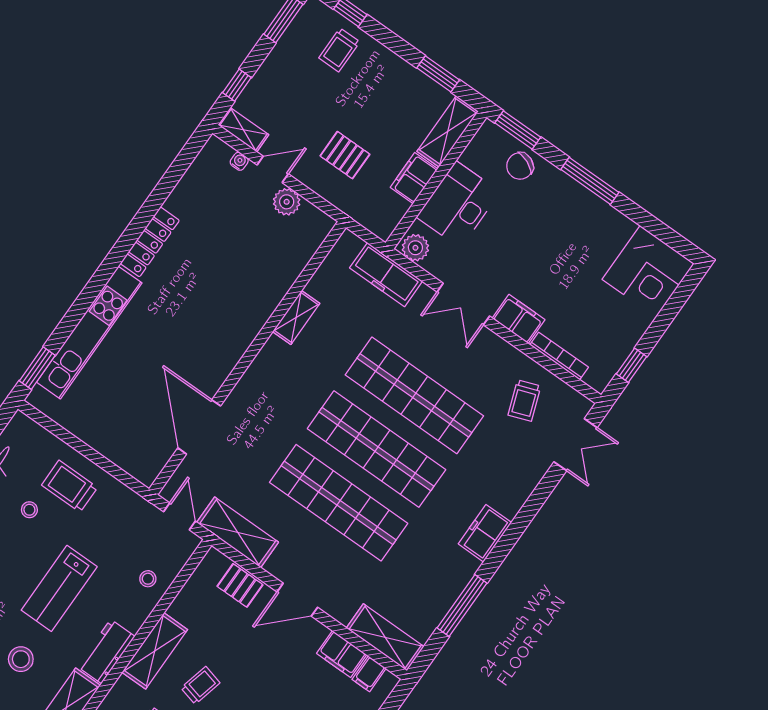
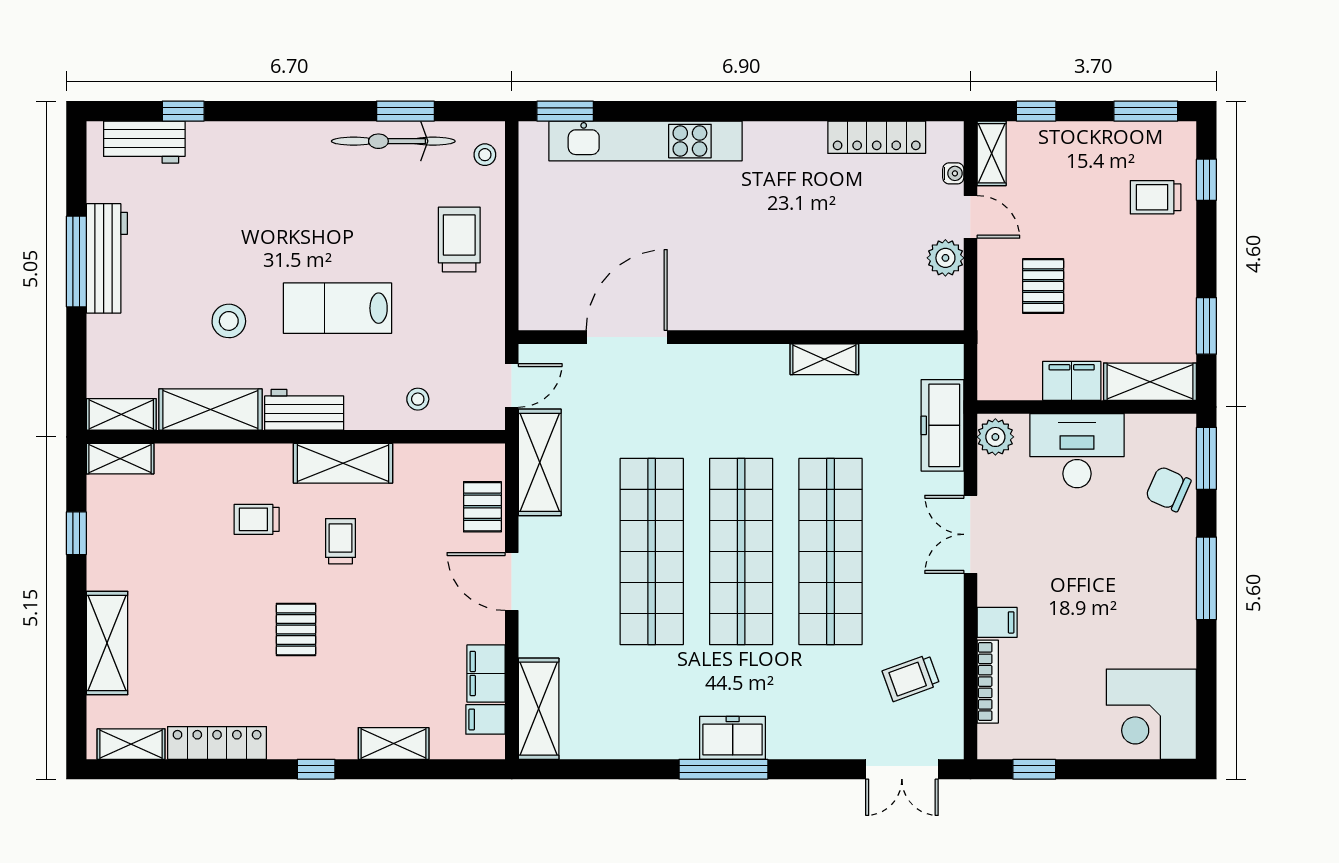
locker: (150, 242) -> (877, 137), moved
filing cabinet: (519, 319) -> (997, 622), width x0.50
stool: (29, 510) -> (485, 155), moved
window: (462, 606) -> (723, 769), moved
trolley: (200, 685) -> (340, 541), turned -104

